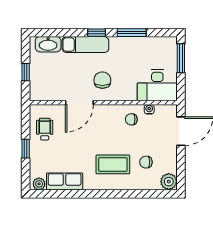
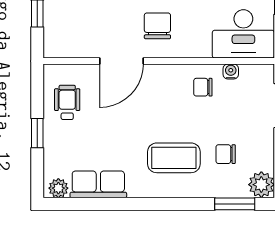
window: (152, 194) -> (235, 204), added

